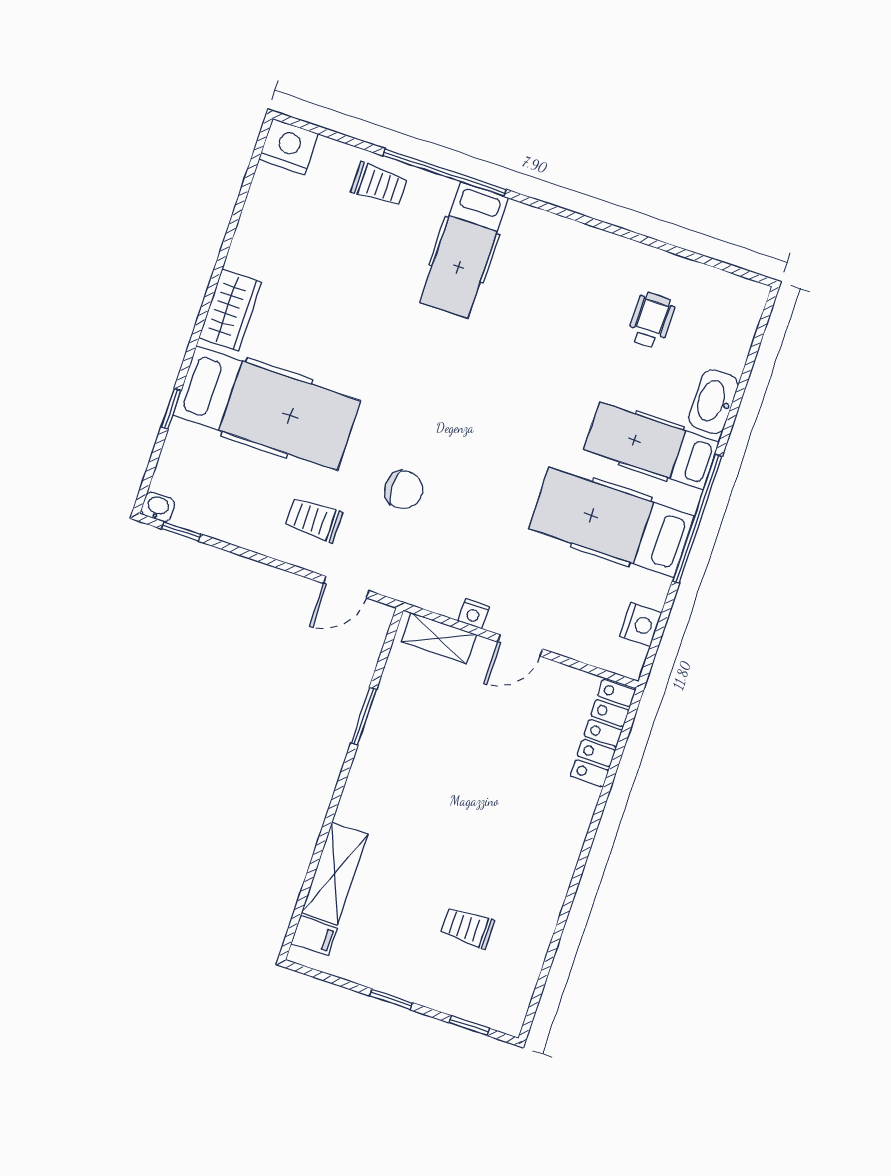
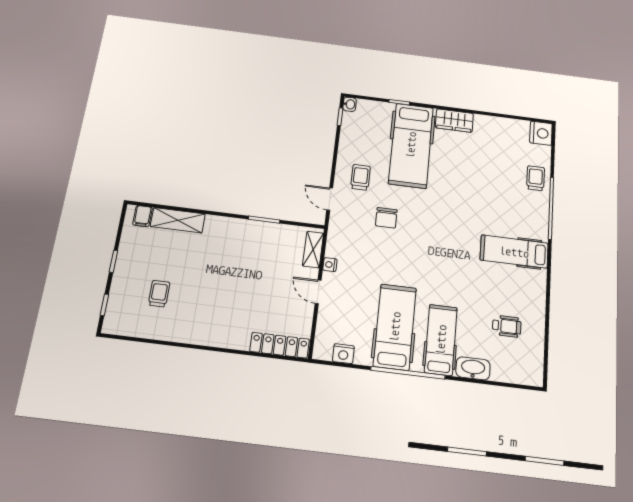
trolley: (379, 184) -> (536, 178), turned 180
hospital bed: (464, 250) -> (514, 252), moved

